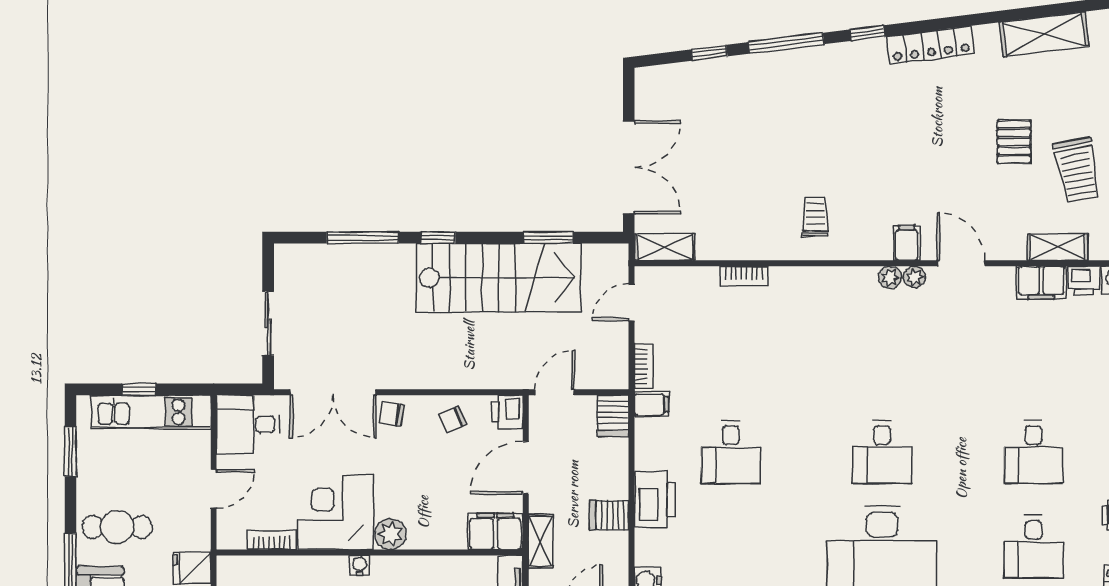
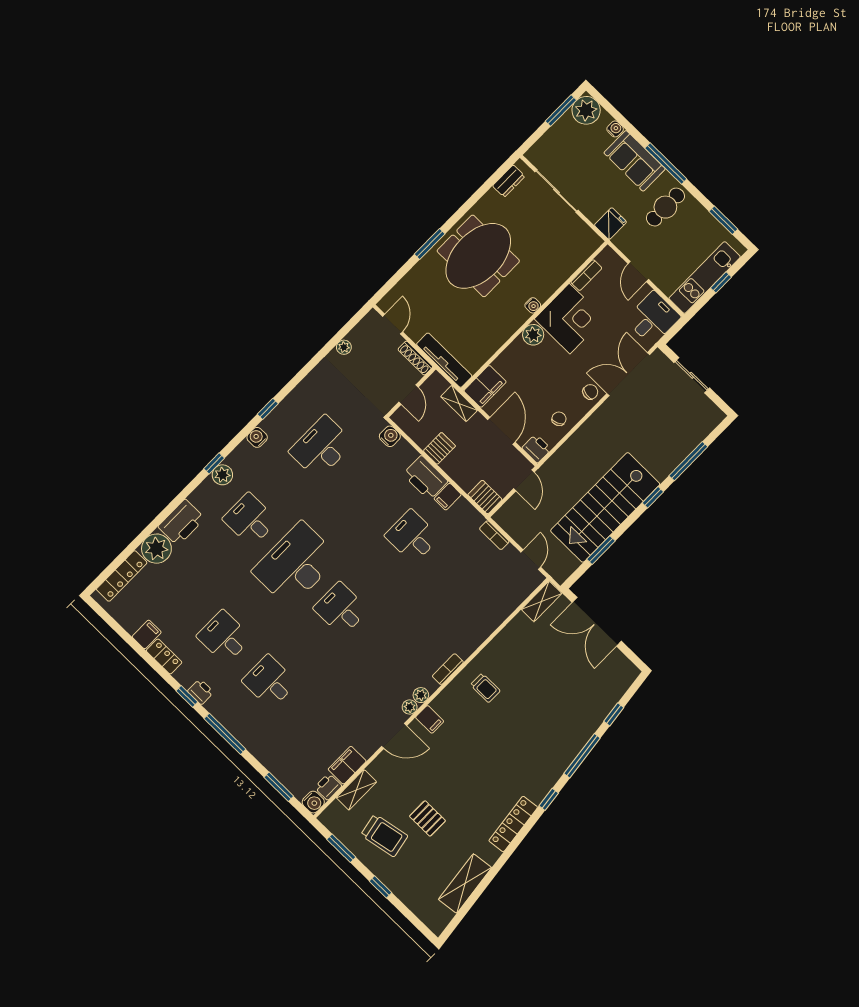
trolley: (1077, 170) -> (384, 835), turned 180
bookcase: (744, 276) -> (448, 669), moved
filing cabinet: (651, 404) -> (448, 497), moved

